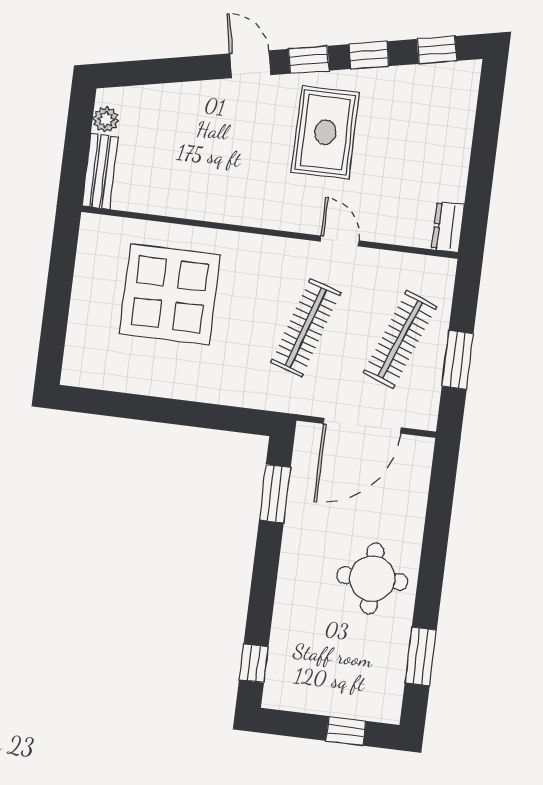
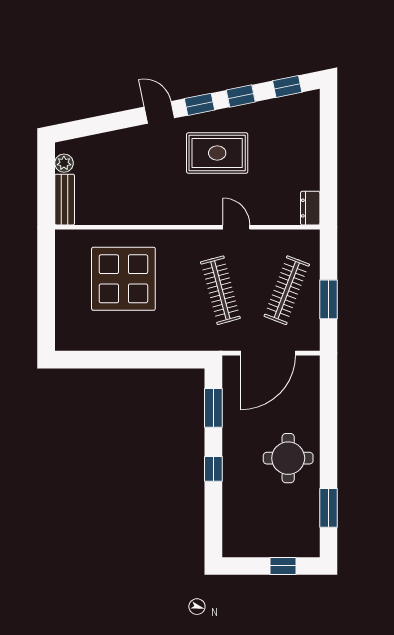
rug: (325, 132) -> (217, 153), turned 90
clothes rail: (306, 328) -> (220, 290), turned -33
window: (254, 663) -> (213, 469), moved

